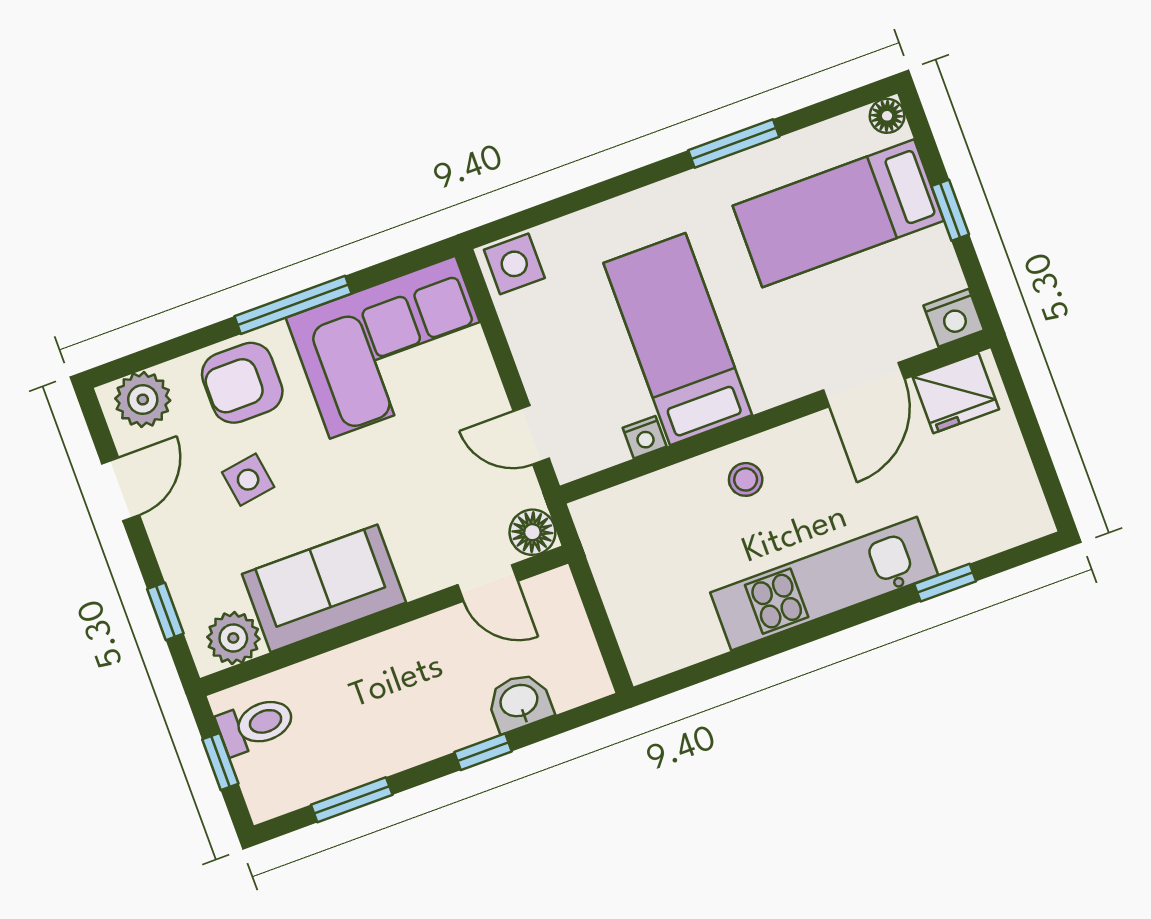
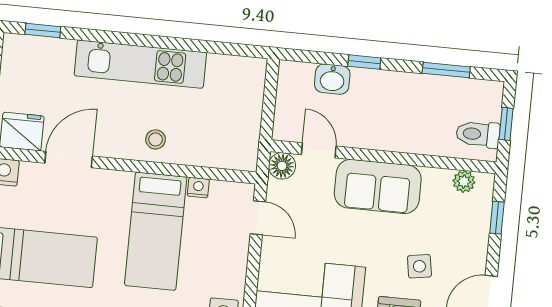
window: (945, 583) -> (43, 30), moved
sofa: (324, 588) -> (378, 186), moved
plant: (233, 638) -> (464, 181), width x0.73, depth x0.73

